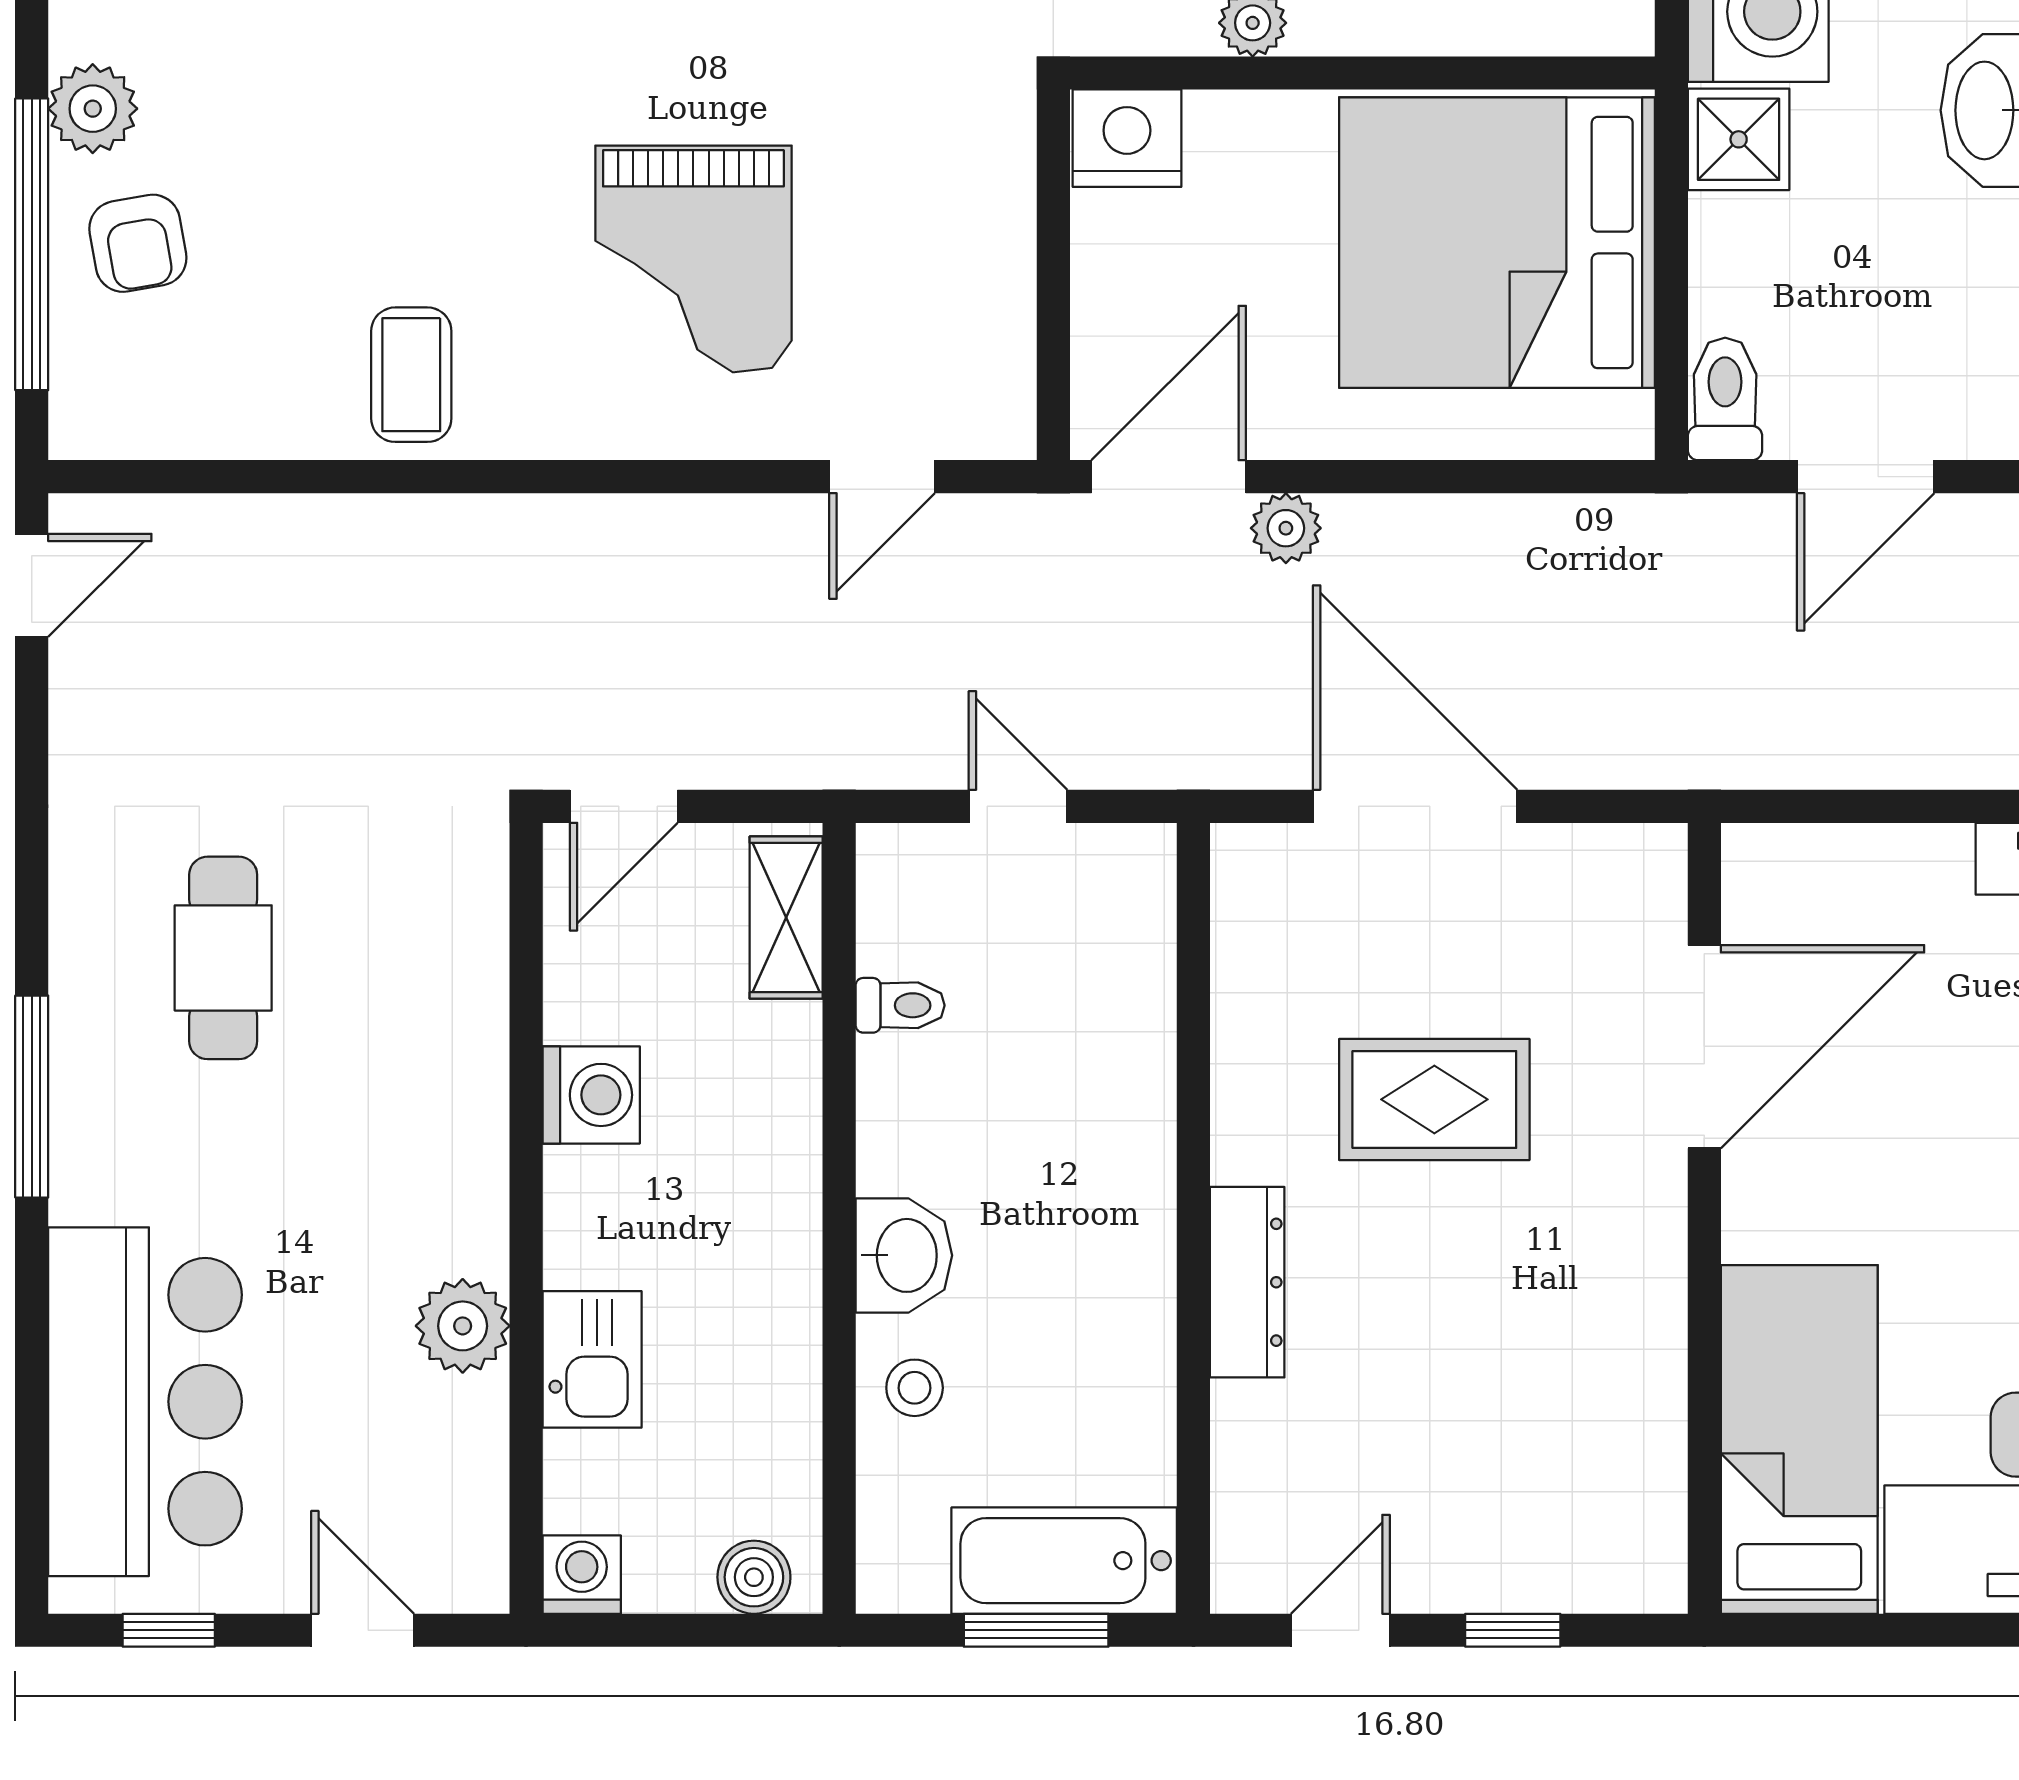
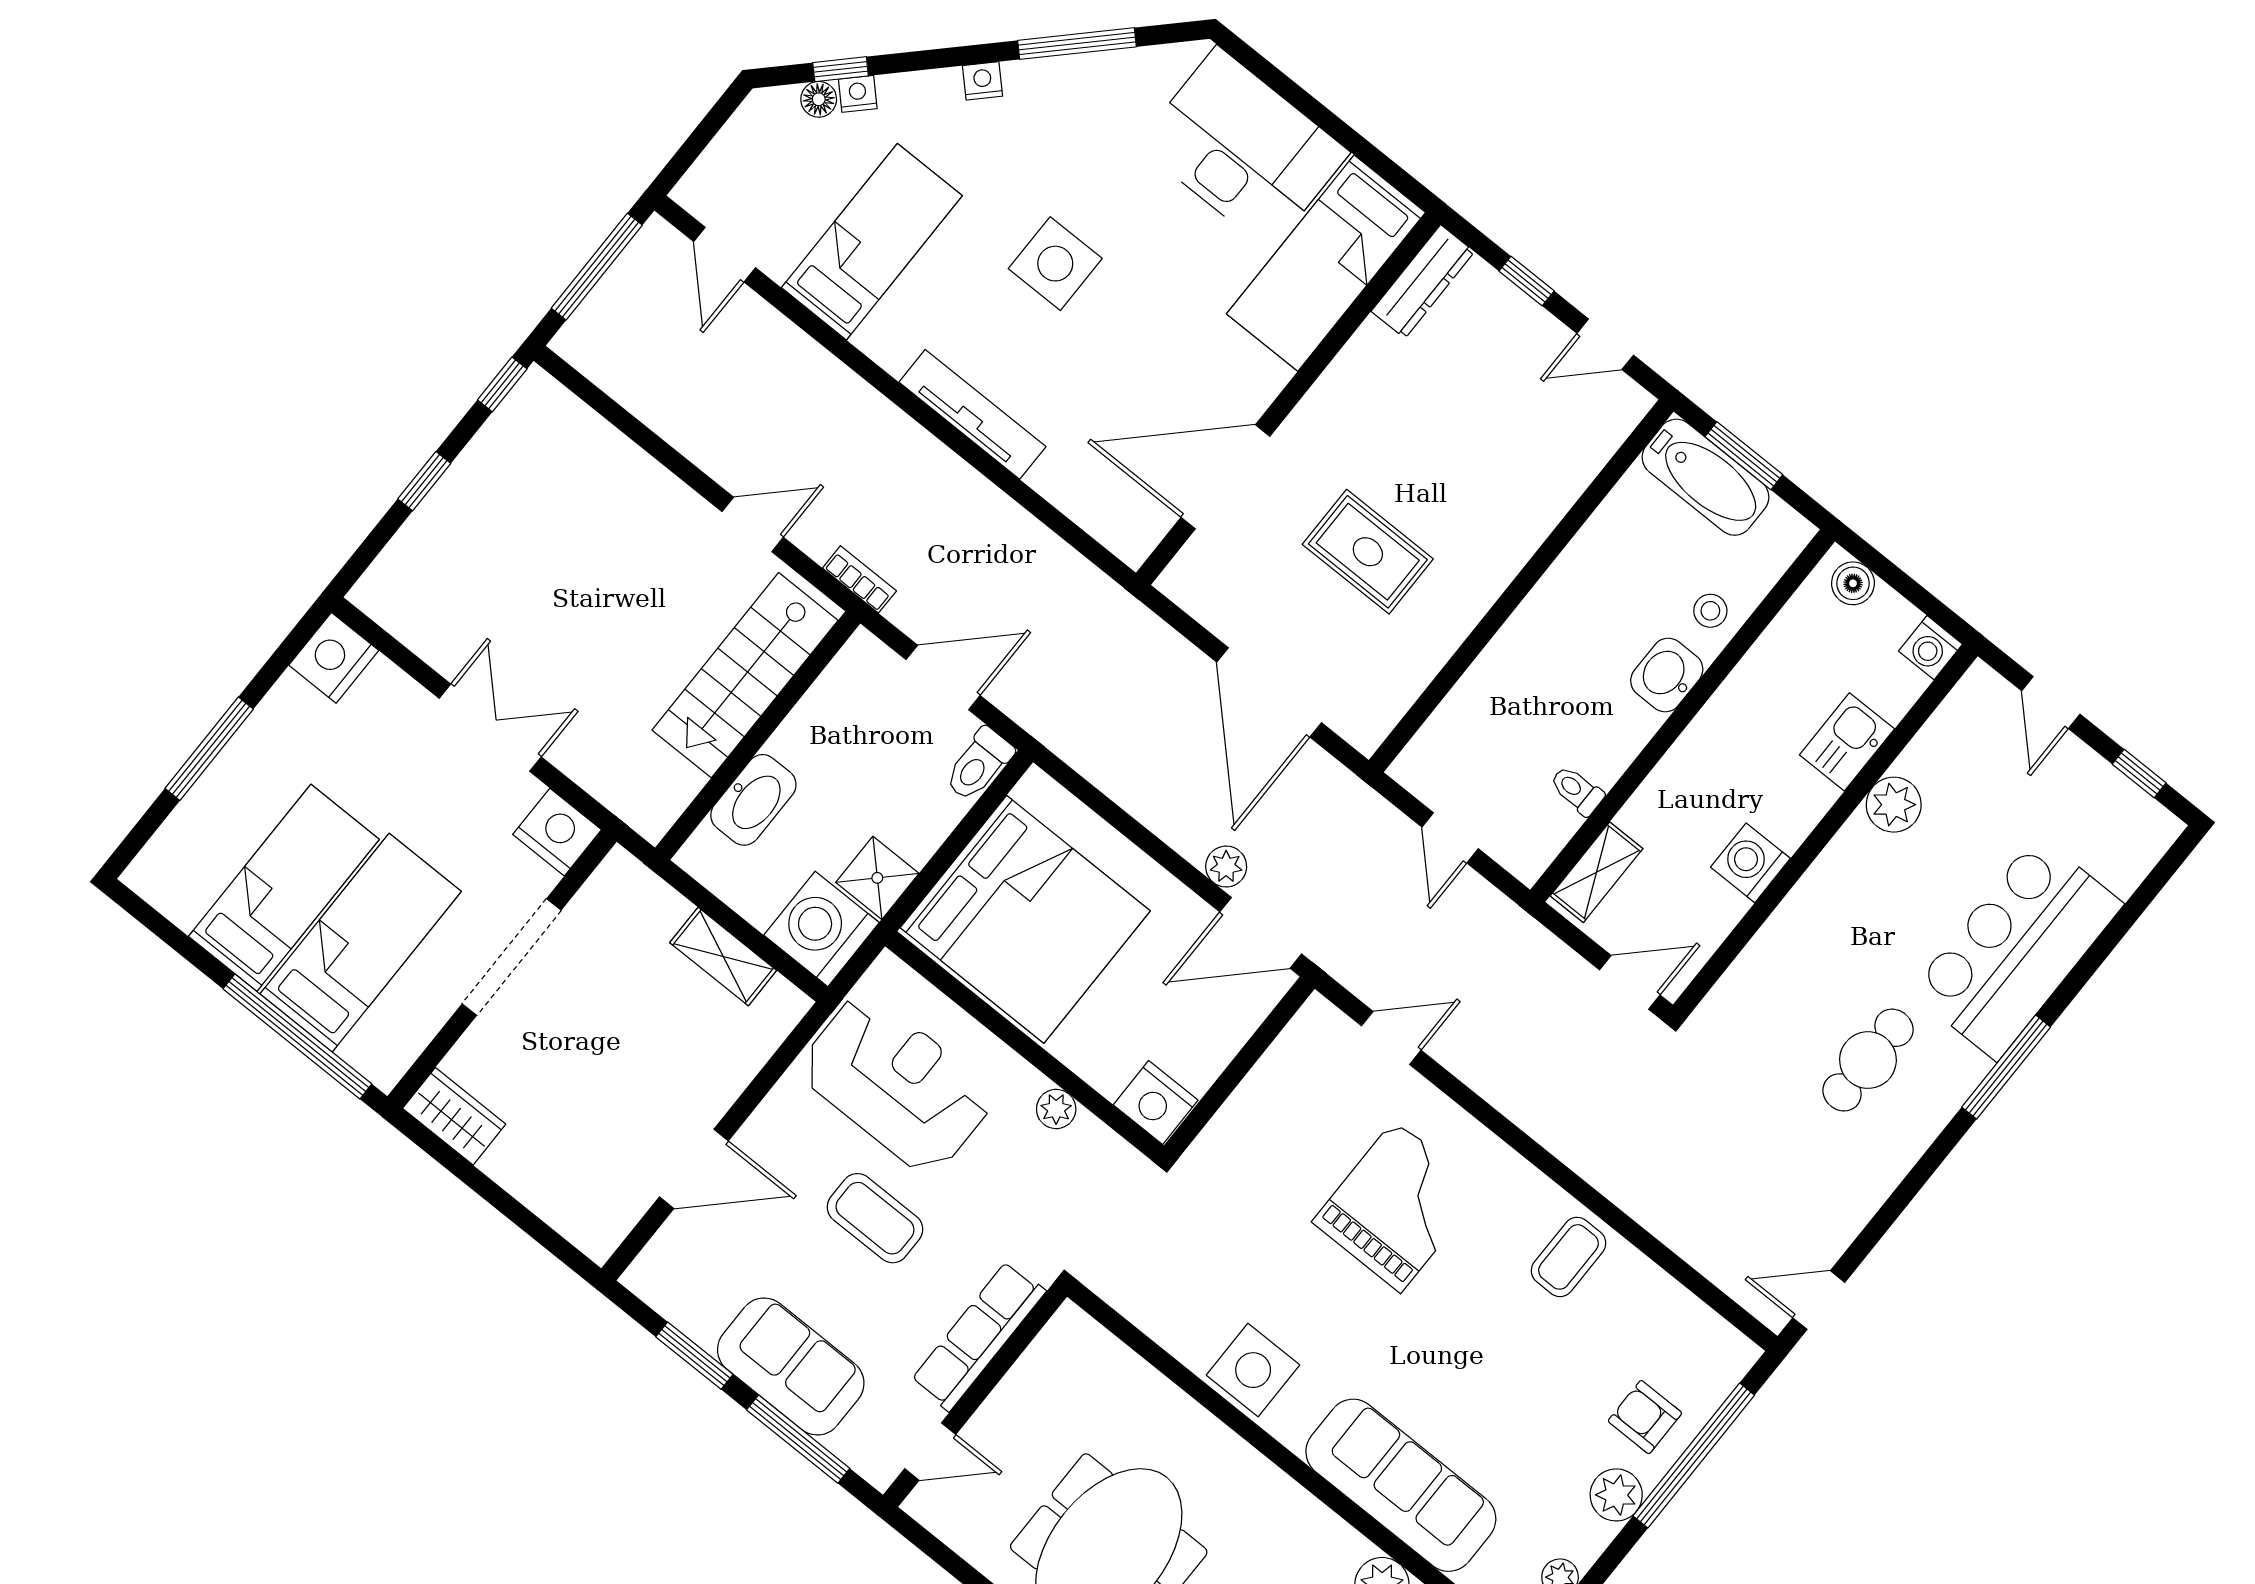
armchair: (138, 243) -> (1645, 1417), turned -80
dresser: (1247, 1282) -> (1423, 282), moved, turned 180
bar counter: (145, 1402) -> (2017, 948), moved

